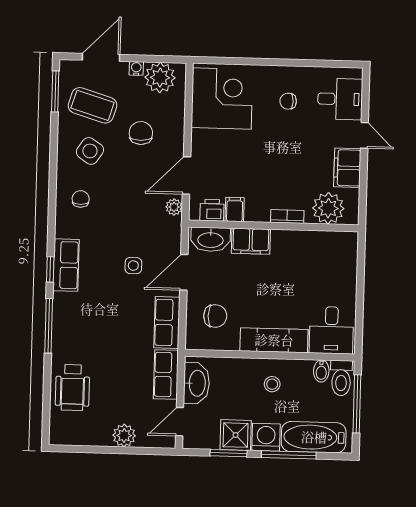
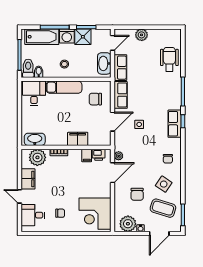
washbasin: (211, 239) -> (35, 139), moved

